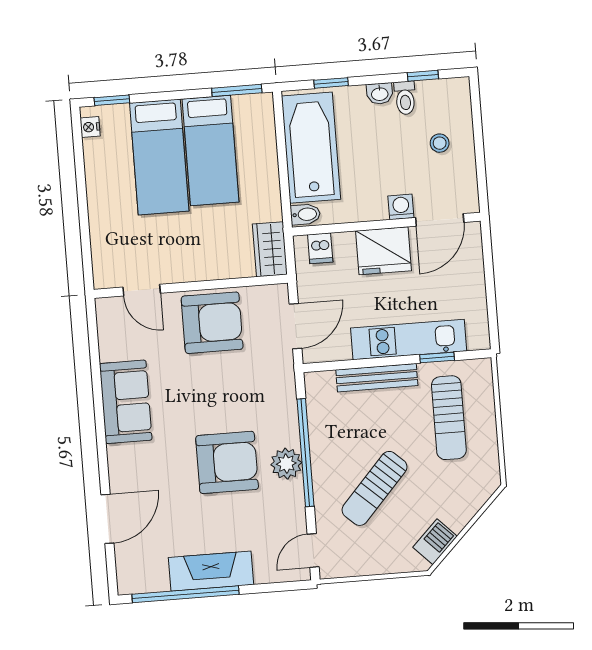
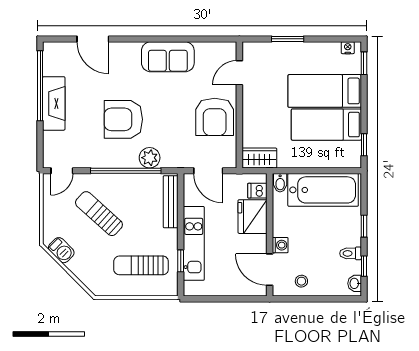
window: (331, 83) -> (364, 226), moved
window: (237, 90) -> (364, 145), width x0.67
washbasin: (380, 94) -> (355, 283), moved
stool: (440, 143) -> (301, 281), moved
window: (84, 220) -> (288, 39), added
fridge: (383, 251) -> (253, 217), moved
bench: (377, 378) -> (171, 202), moved
armchair: (227, 462) -> (123, 119), turned 90
plant: (286, 464) -> (150, 158), moved
door: (313, 550) -> (62, 171), swing flipped

